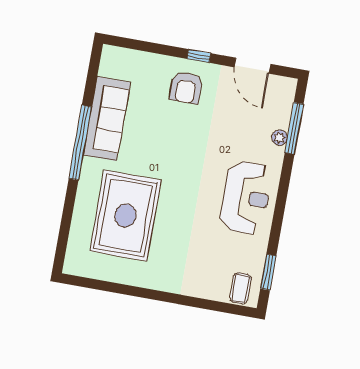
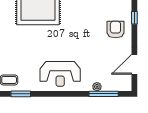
window: (199, 56) -> (134, 18), moved
armchair: (186, 88) -> (115, 30), turned 90

